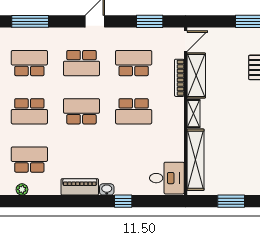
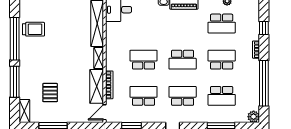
school desk: (134, 63) -> (143, 96), turned 180

